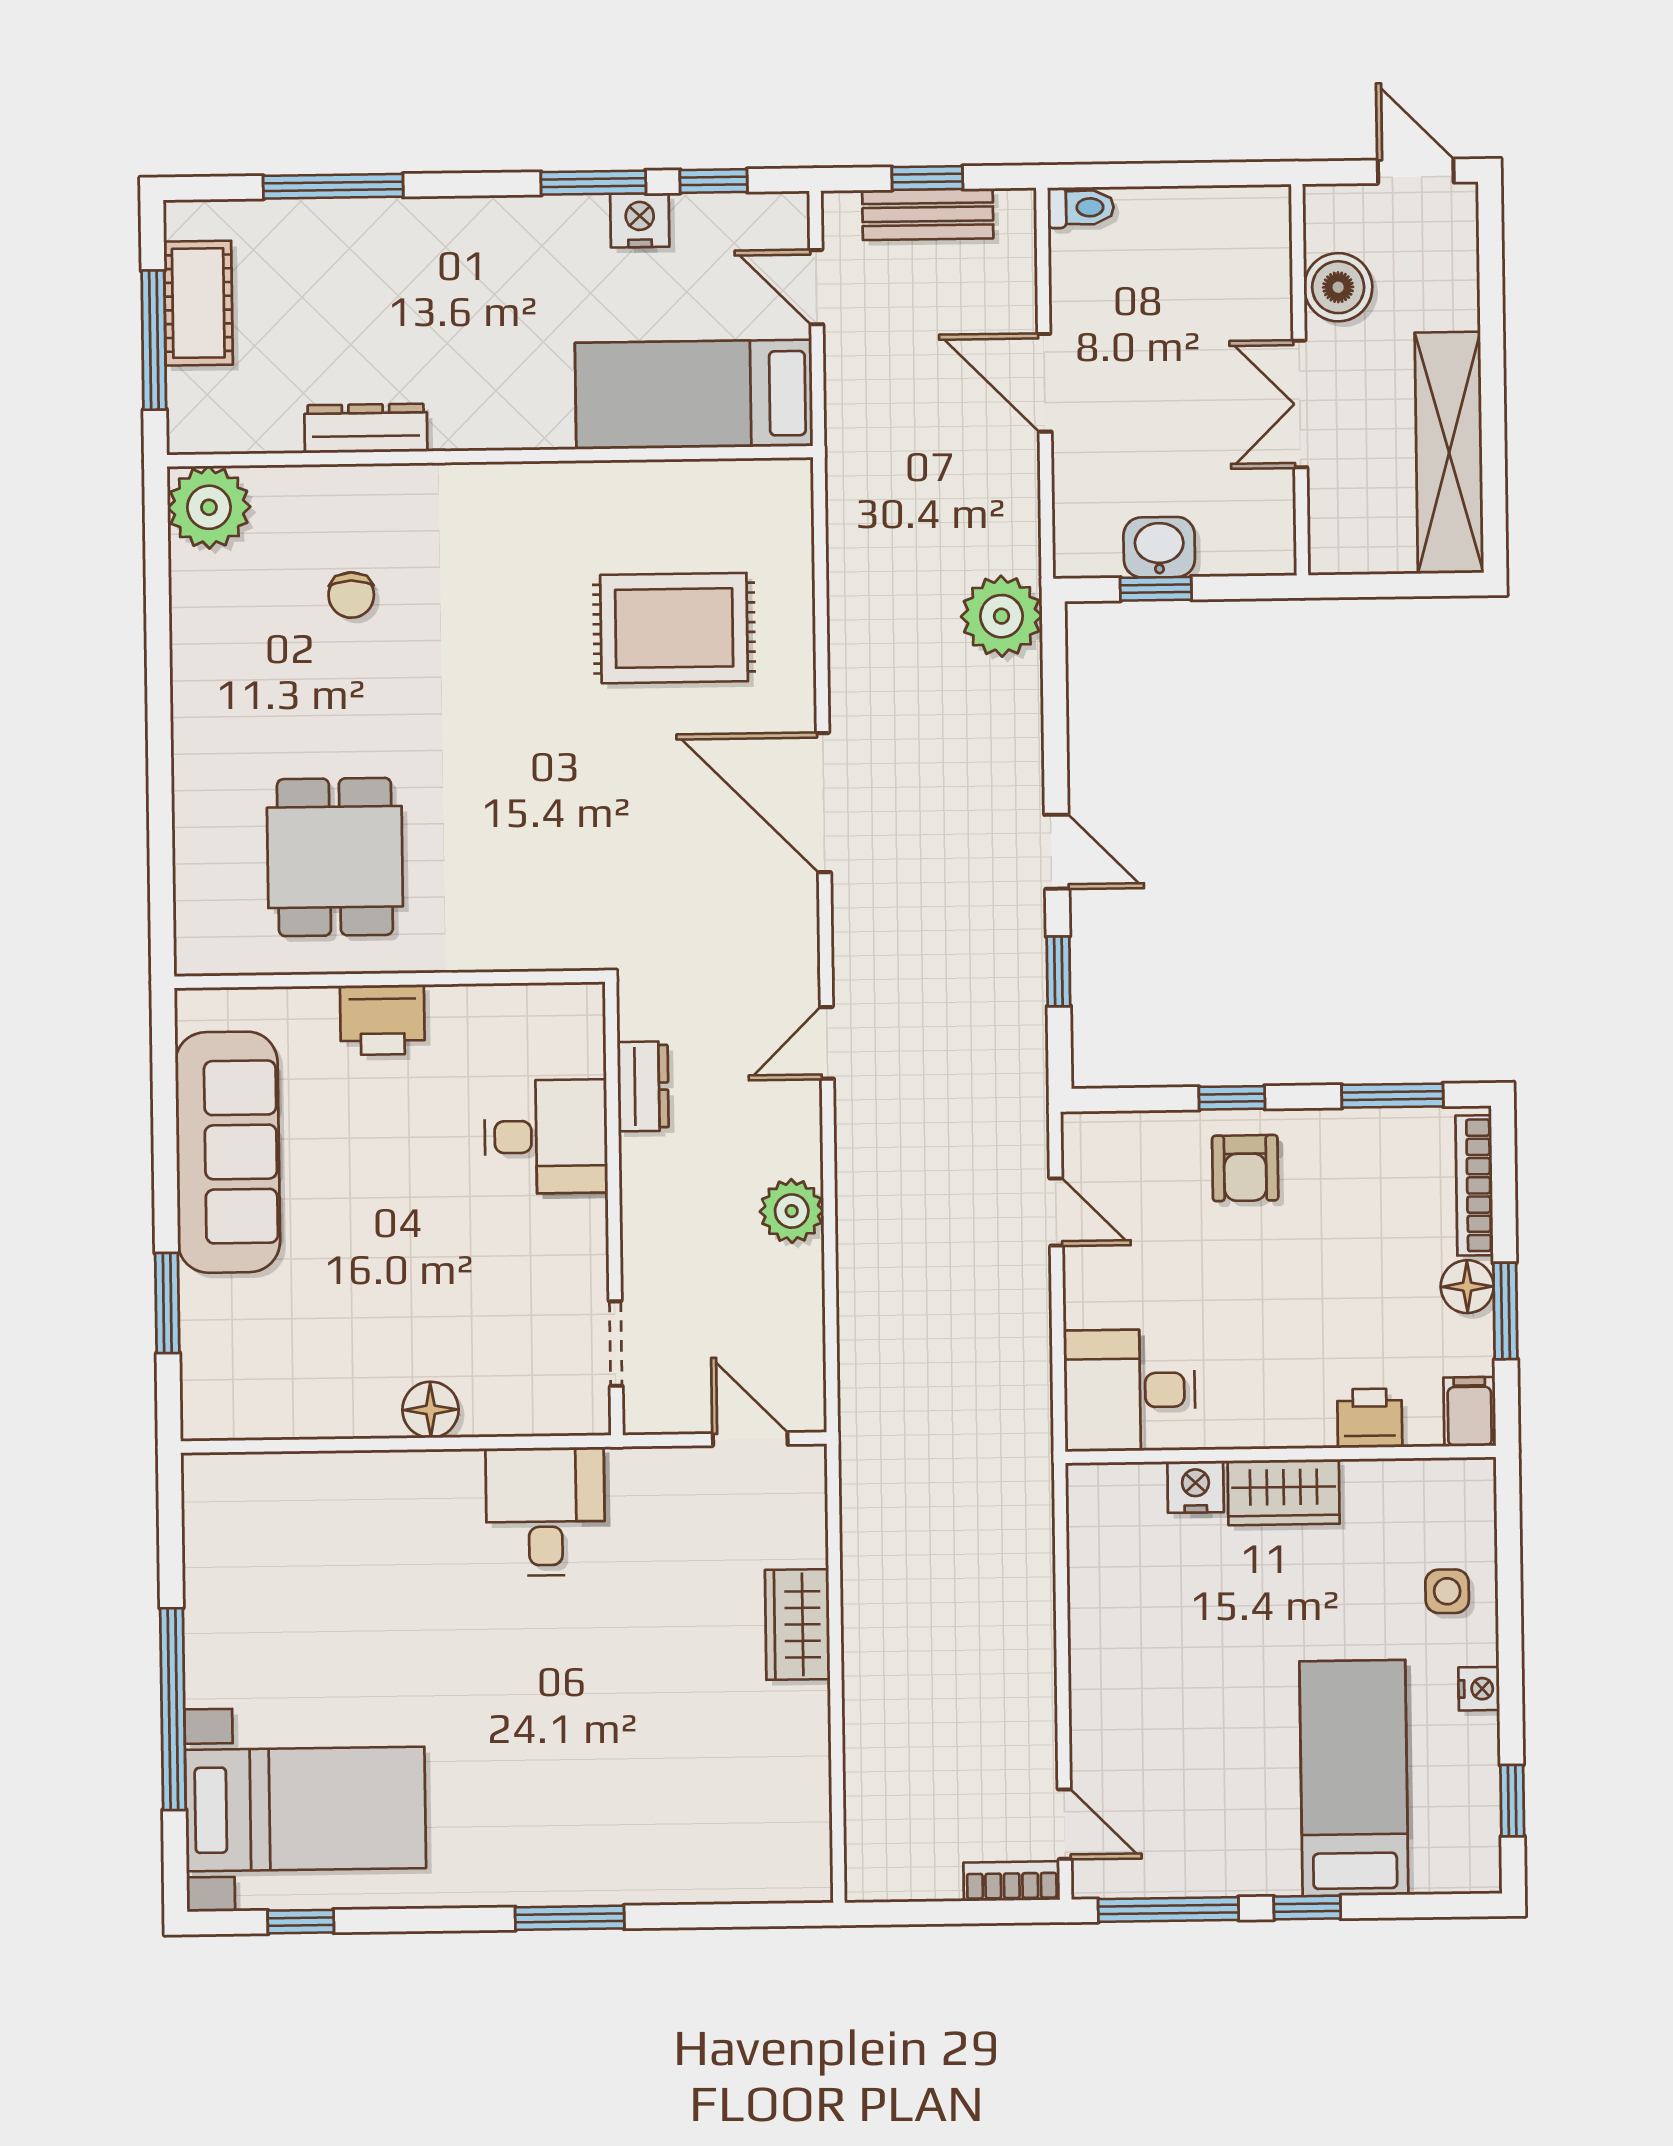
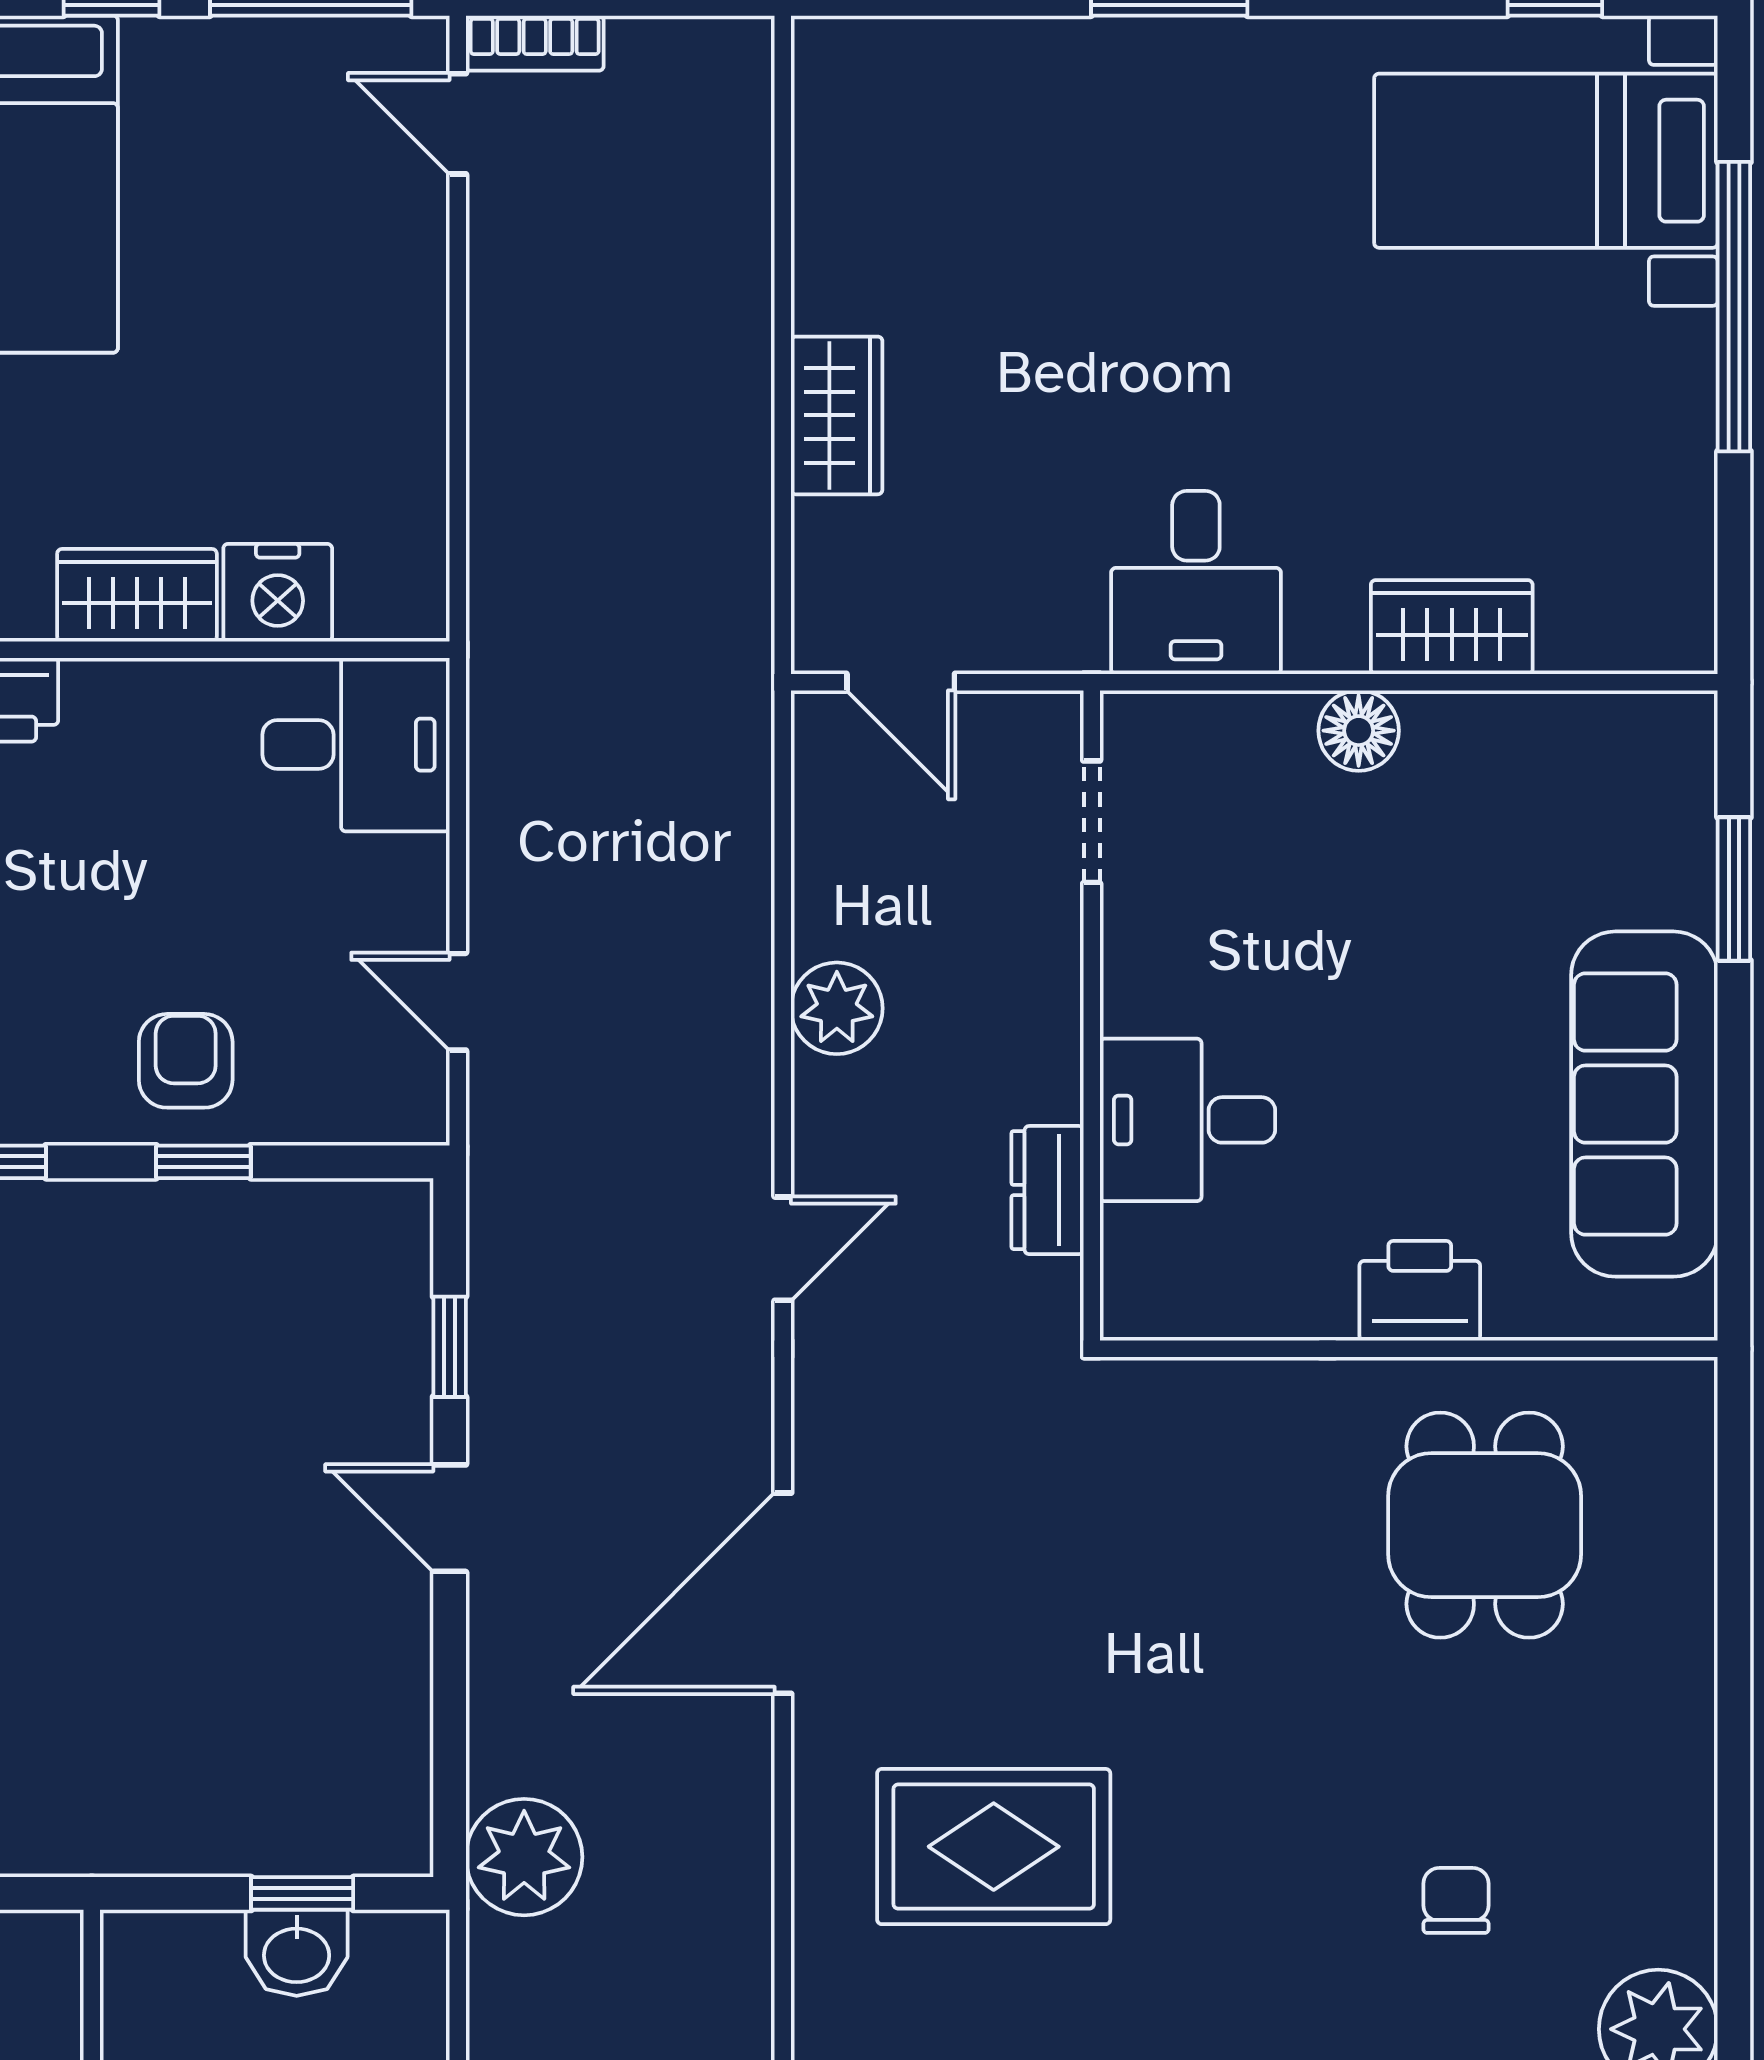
door: (824, 803) -> (783, 1593), swing flipped
wardrobe: (367, 1483) -> (1452, 627), added
nightstand: (1196, 1487) -> (278, 593), width x1.36, depth x1.33

